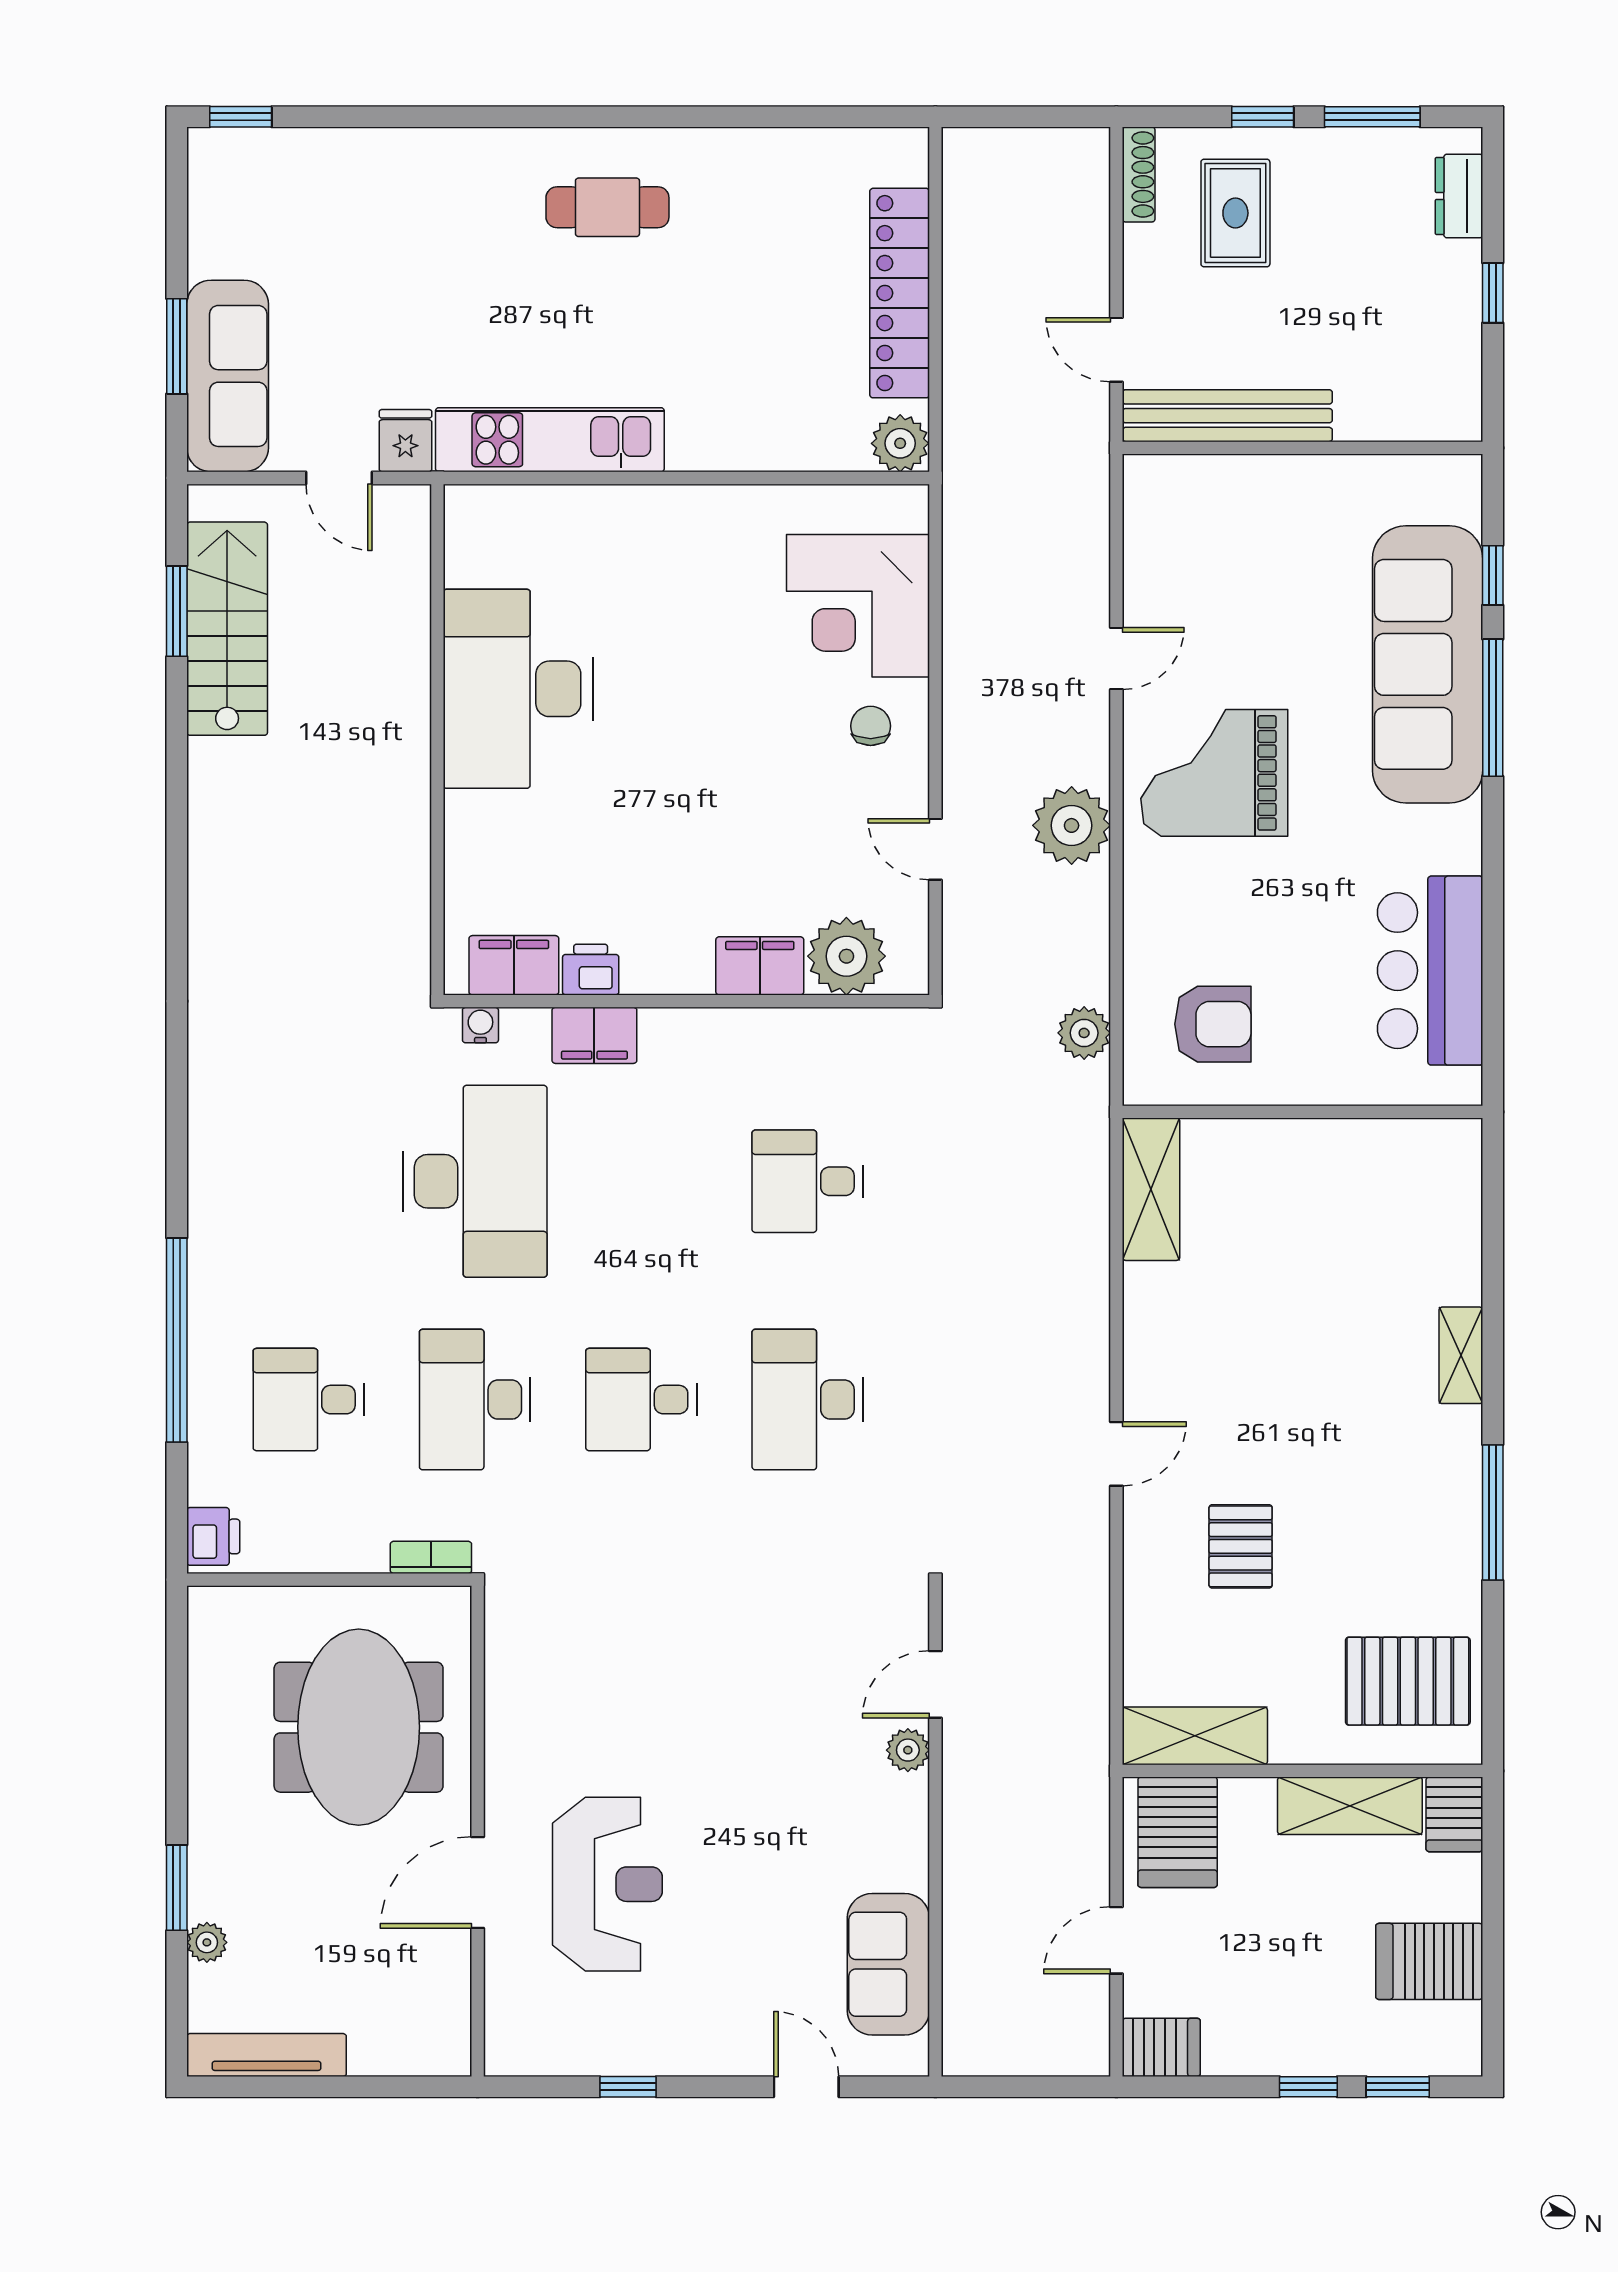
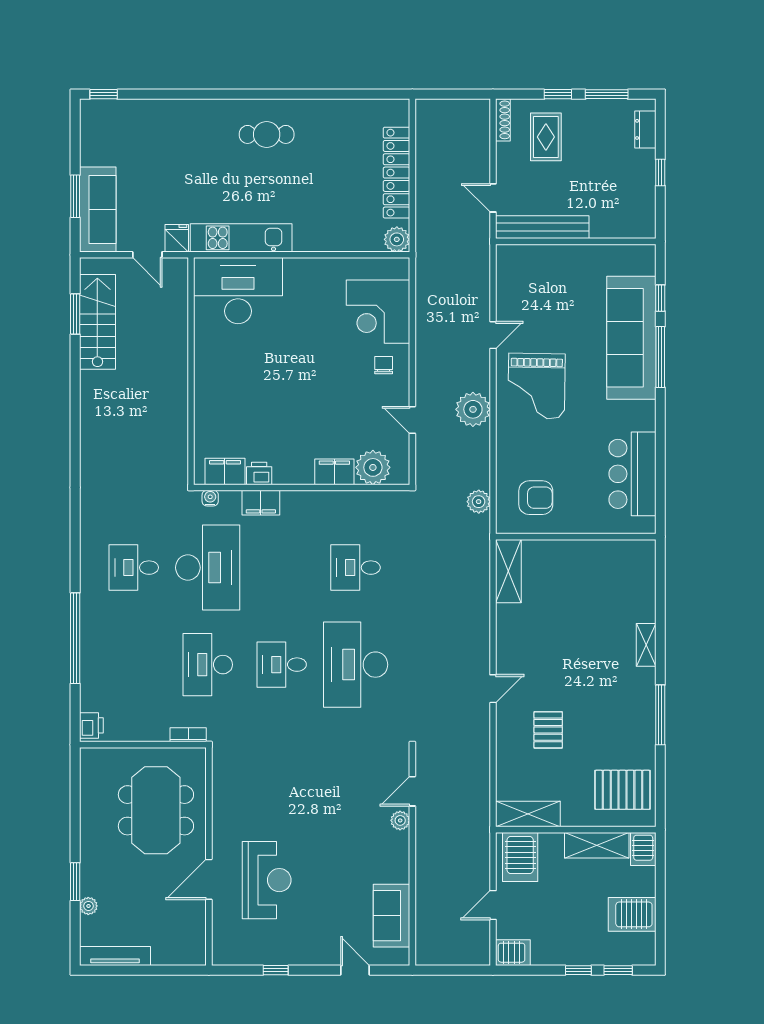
desk: (518, 689) -> (238, 291), moved, turned 90
grand piano: (1214, 773) -> (536, 386), turned -89
desk: (309, 1400) -> (134, 568), moved
desk: (808, 1400) -> (356, 665), width x1.36, depth x1.30

